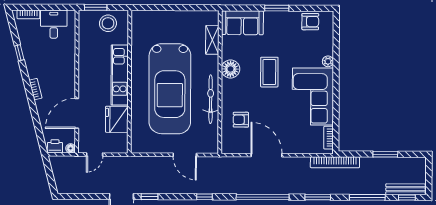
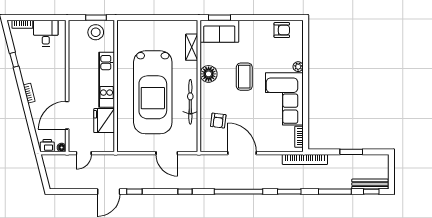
window: (96, 7) -> (96, 18), moved
window: (277, 8) -> (219, 18), moved
armchair: (241, 120) -> (218, 121), turned -83

